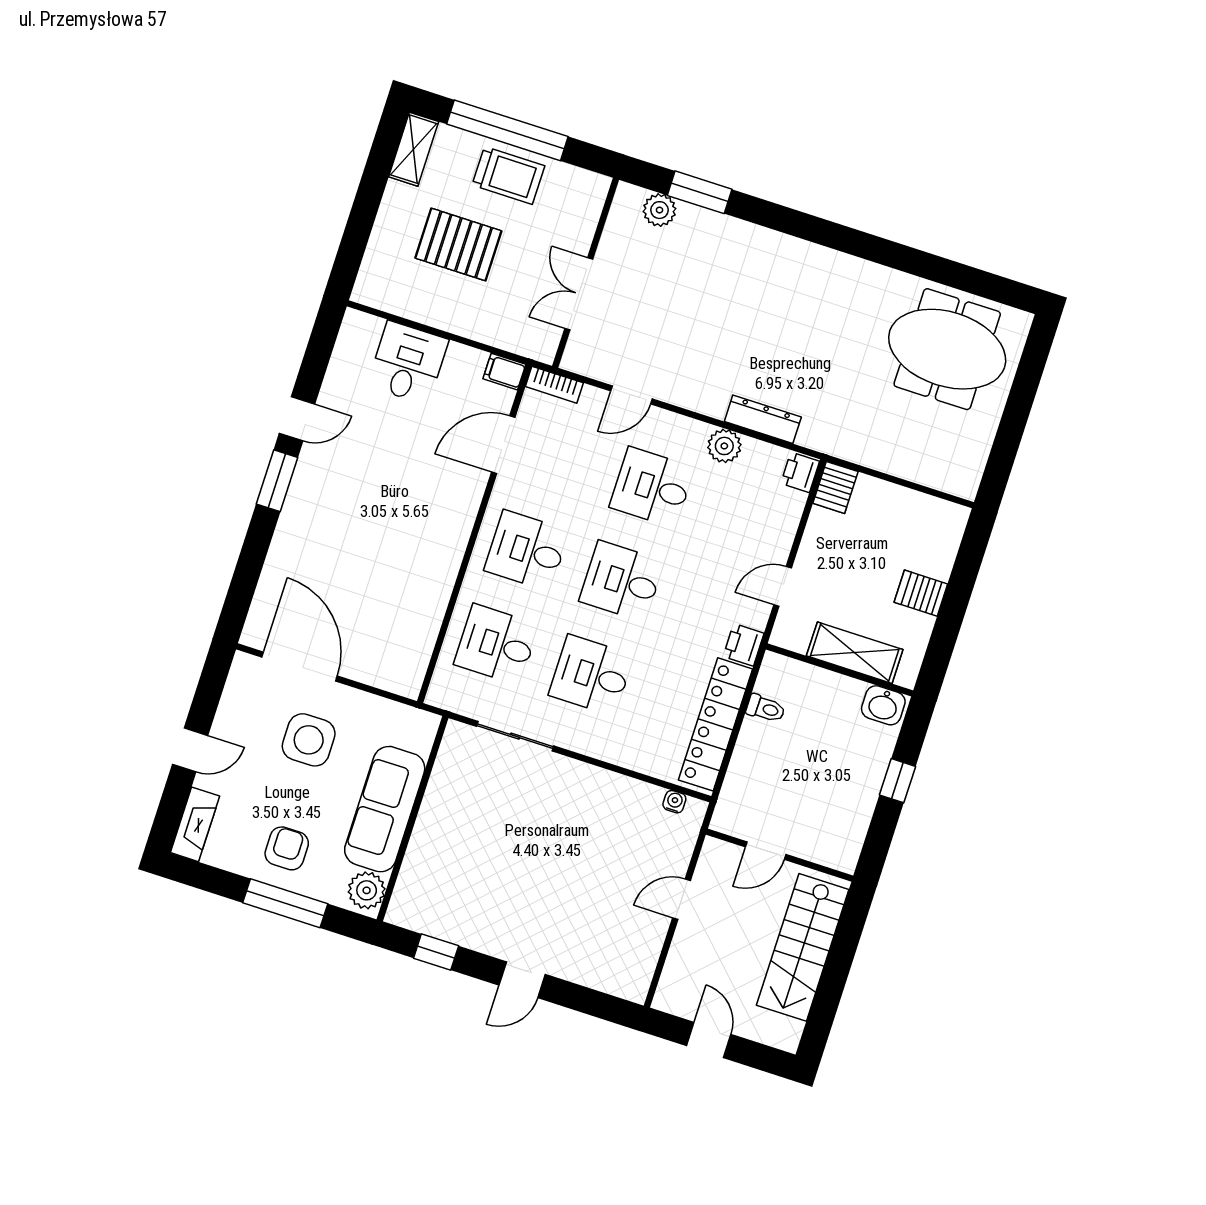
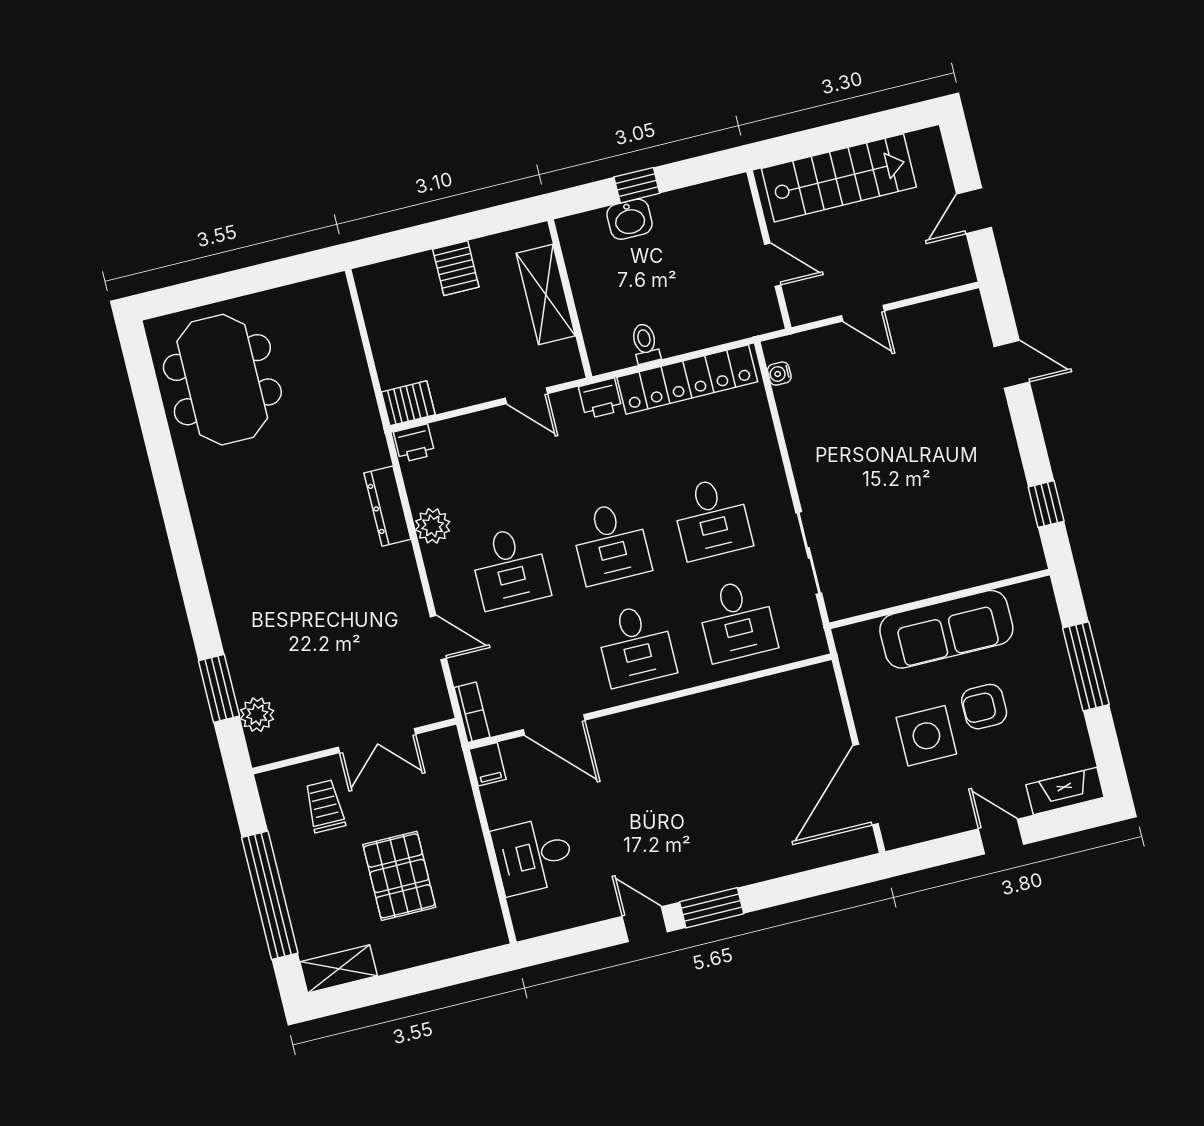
trolley: (508, 175) -> (325, 806), moved, width x0.73, depth x0.72
washbasin: (883, 705) -> (630, 219), moved, turned 90
armchair: (287, 848) -> (984, 707), moved
plant: (367, 890) -> (1029, 601), removed
door: (522, 980) -> (1012, 364), moved

